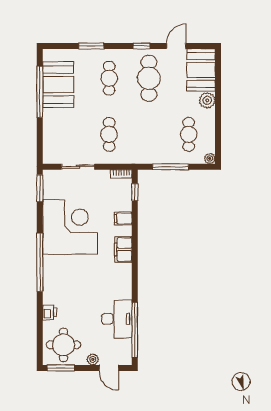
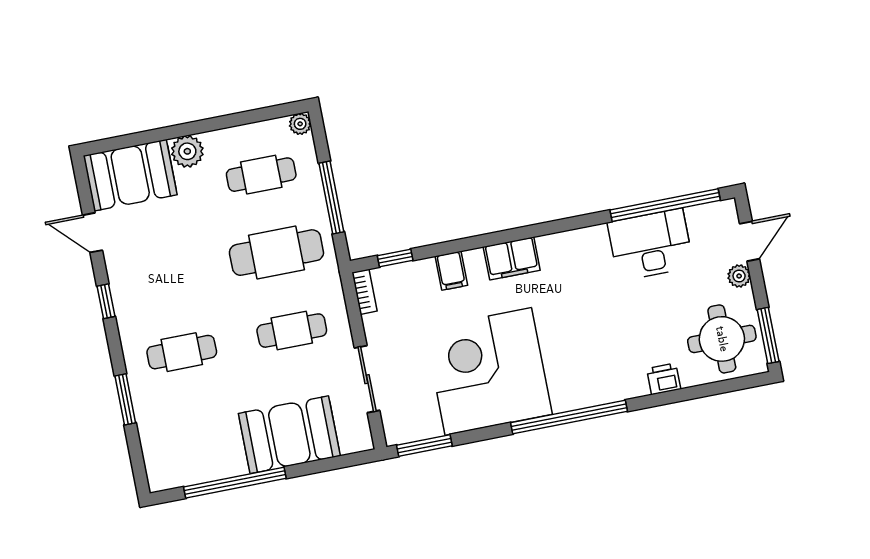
cafe table: (149, 78) -> (276, 253), moved
booth: (58, 85) -> (289, 435), moved

